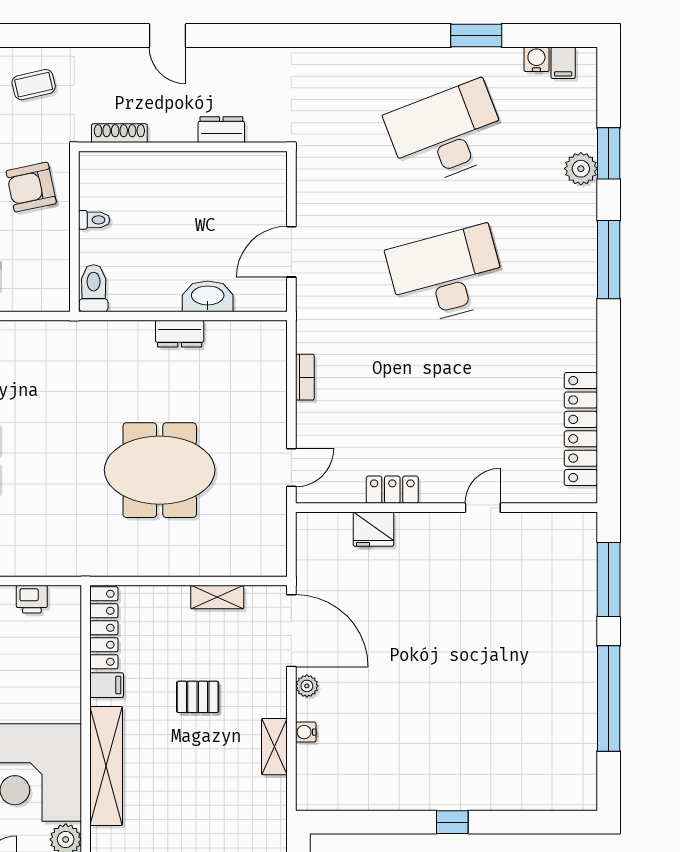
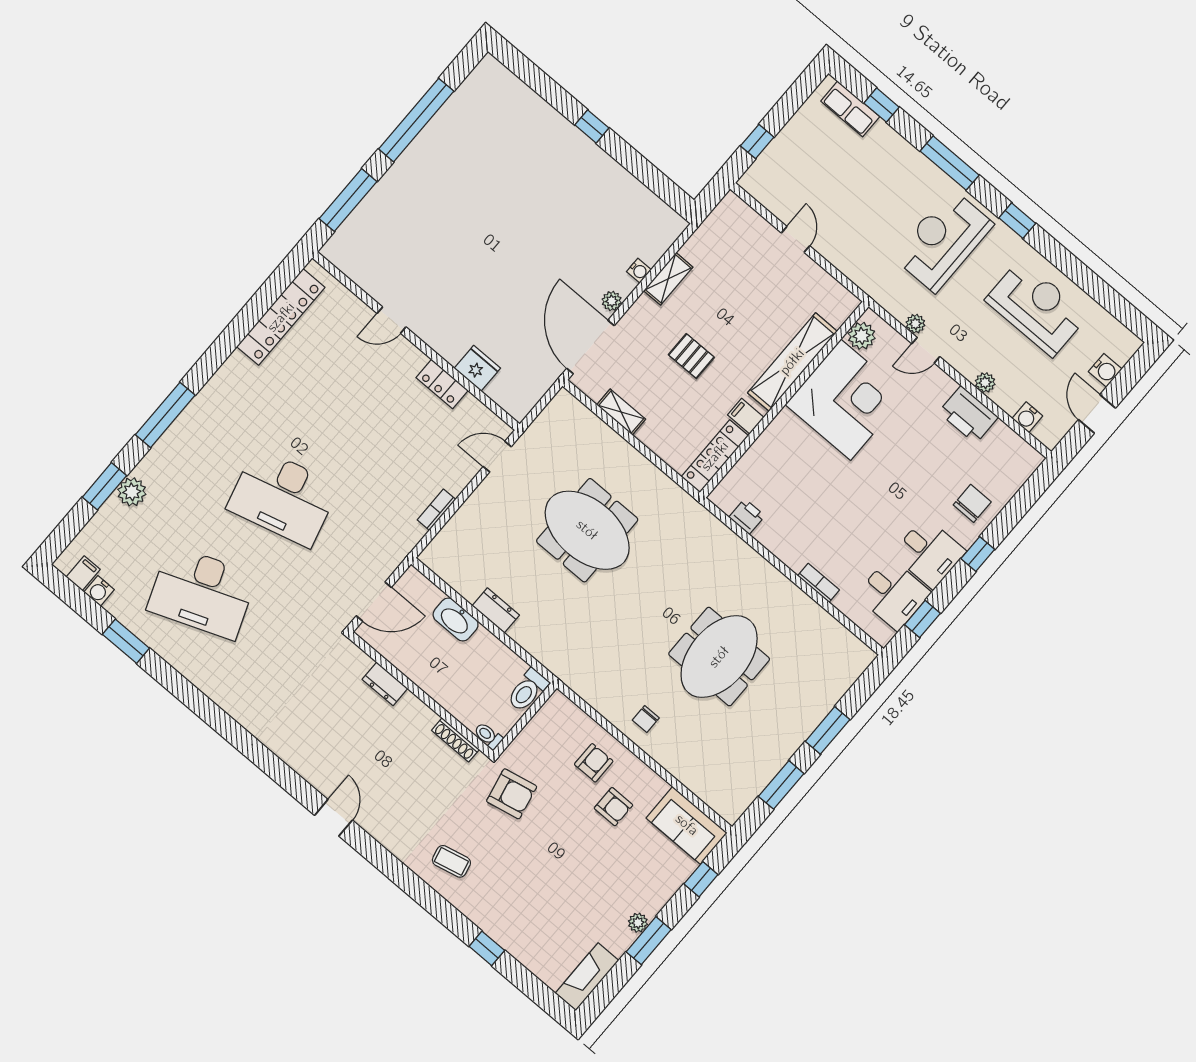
dresser: (221, 130) -> (385, 684), moved
shoe rack: (119, 133) -> (455, 740), moved
wall: (183, 147) -> (421, 694), moved

